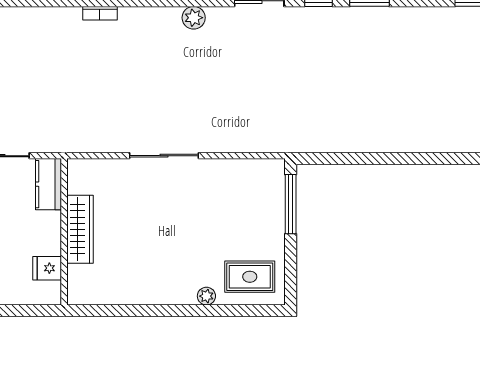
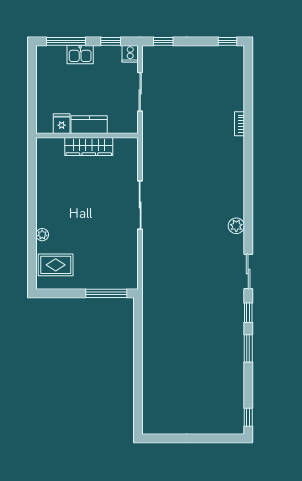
bookcase: (100, 13) -> (239, 124), moved
kitchen counter: (49, 184) -> (89, 125), moved
rug: (250, 277) -> (56, 265), turned 90

